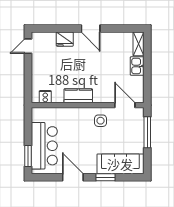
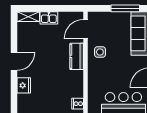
kitchen counter: (78, 96) -> (77, 56), moved
window: (147, 132) -> (125, 8), moved

